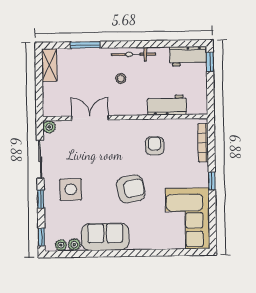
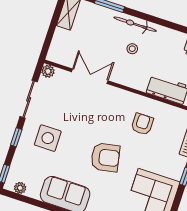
bicycle: (134, 54) -> (135, 24), moved
plant: (74, 245) -> (33, 192), removed

